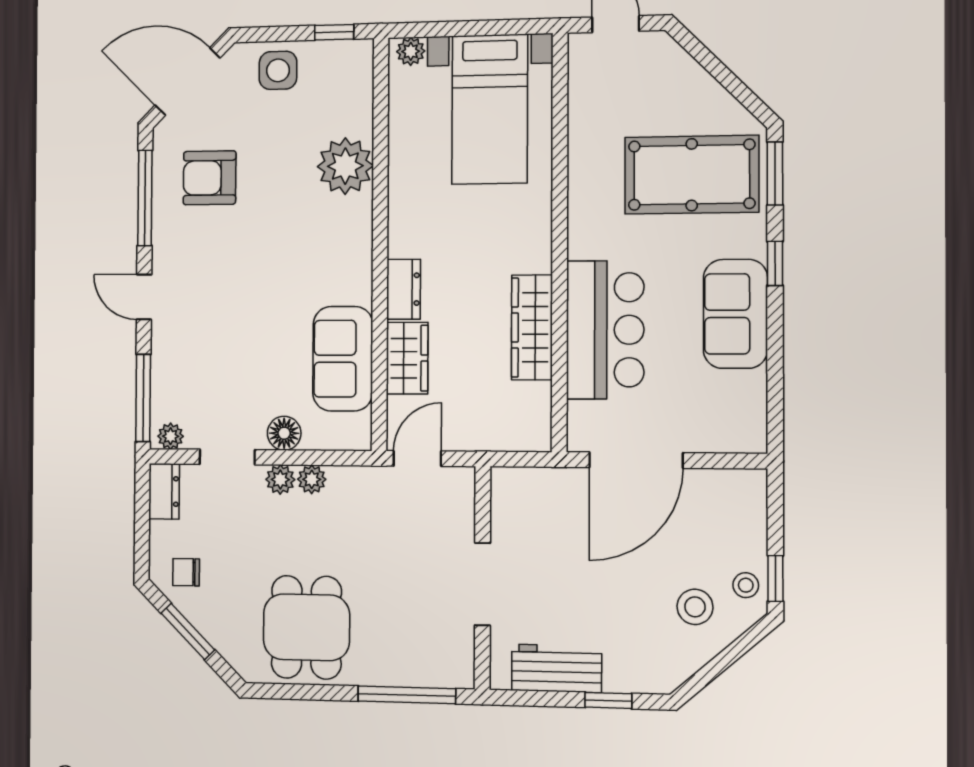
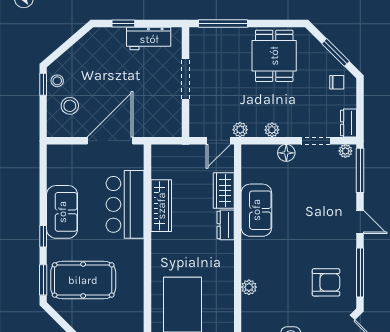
plant: (345, 166) -> (249, 287), width x0.53, depth x0.53
sofa: (343, 359) -> (256, 210), moved
plant: (280, 480) -> (240, 130), moved
stool: (695, 607) -> (70, 106), moved

